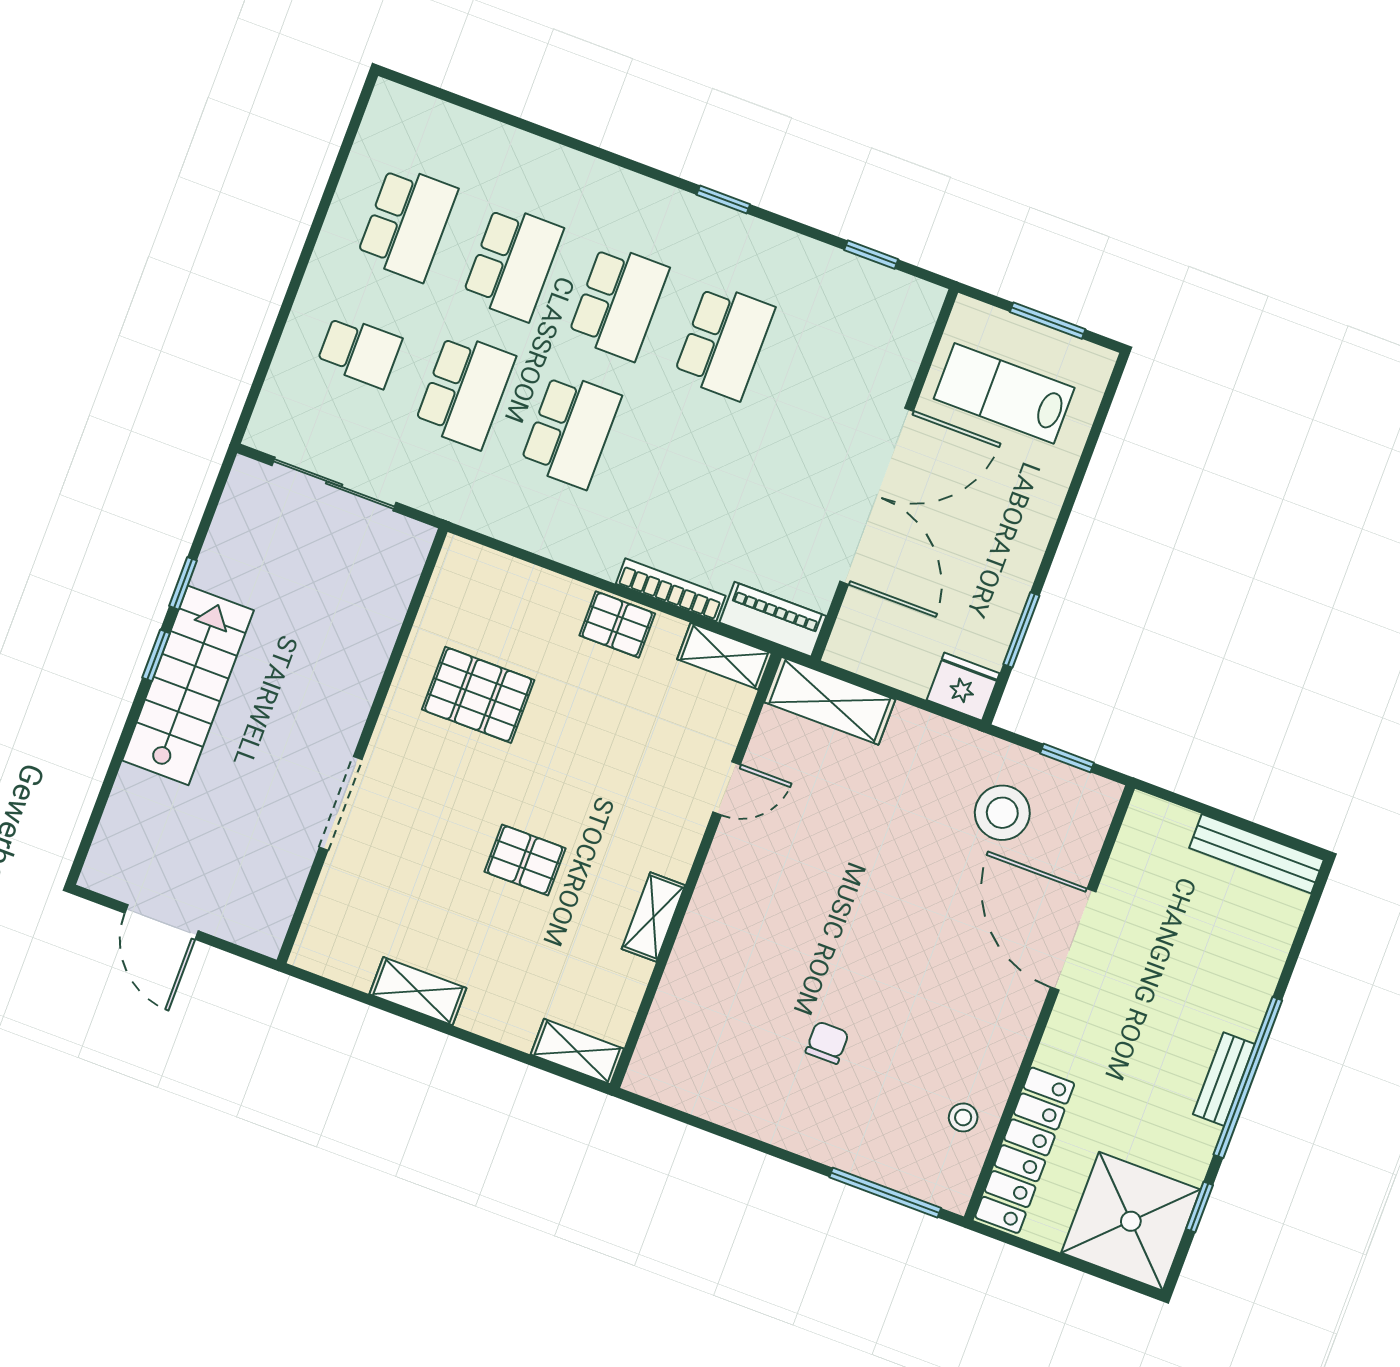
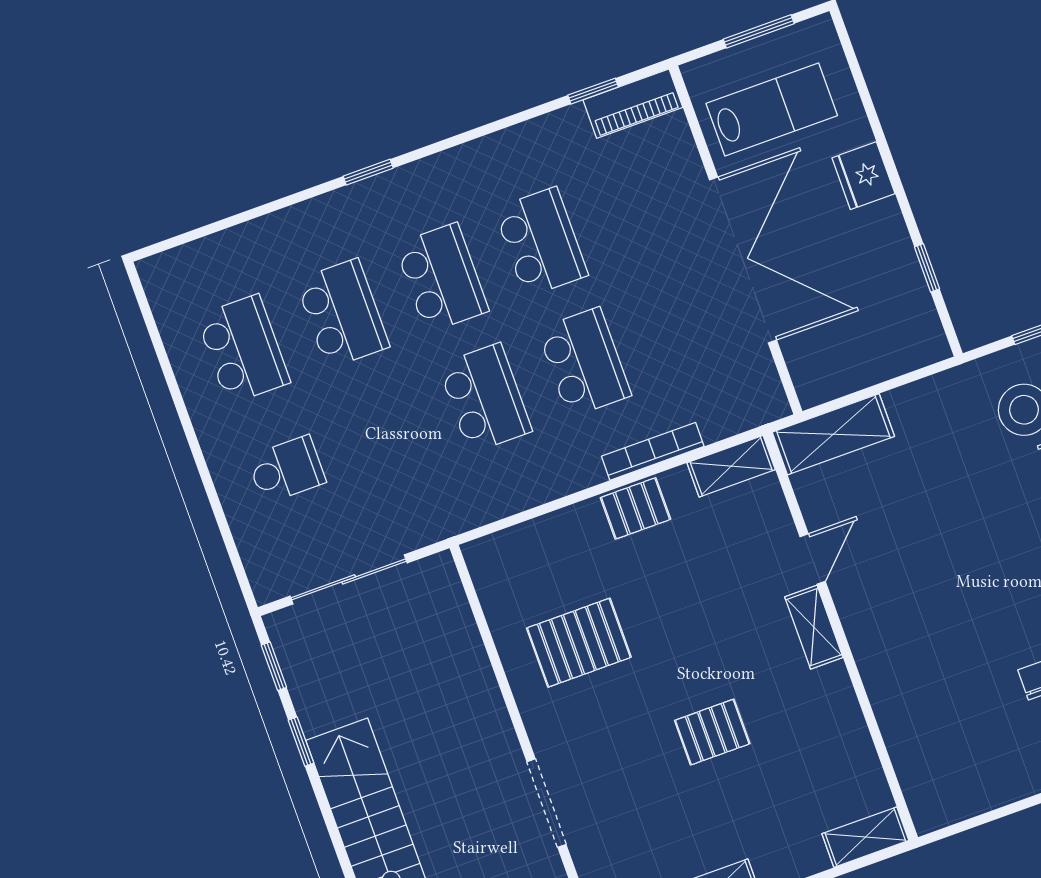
window: (723, 199) -> (368, 172), moved
school desk: (465, 391) -> (584, 362), moved
lab bench: (1004, 393) -> (772, 109), turned 180
piano: (773, 619) -> (633, 104), moved, turned 180
window: (1021, 630) -> (927, 268), width x0.67
window: (156, 655) -> (274, 666), moved
fridge: (963, 687) -> (863, 176), moved, turned -90
shelving: (653, 917) -> (814, 627), moved

